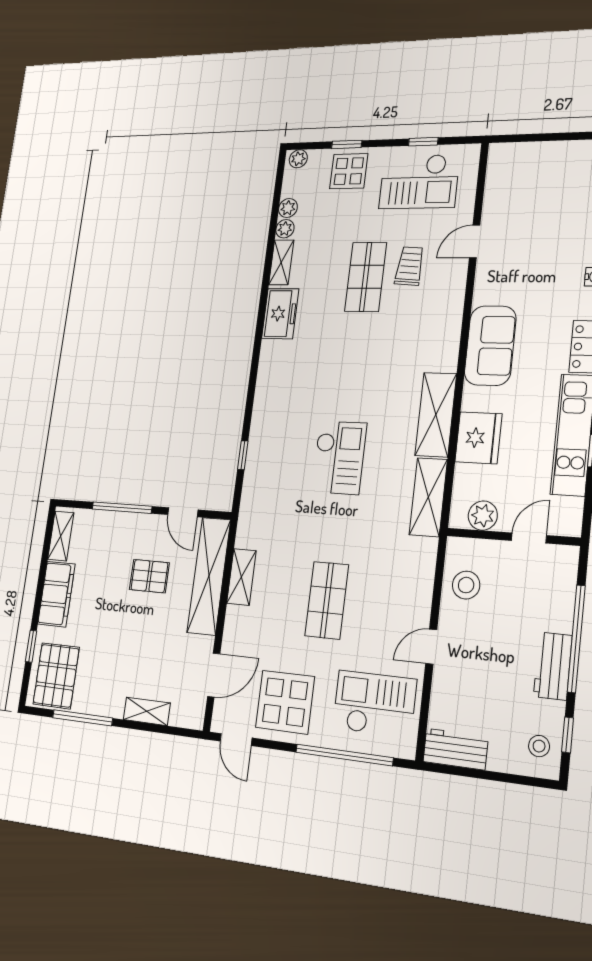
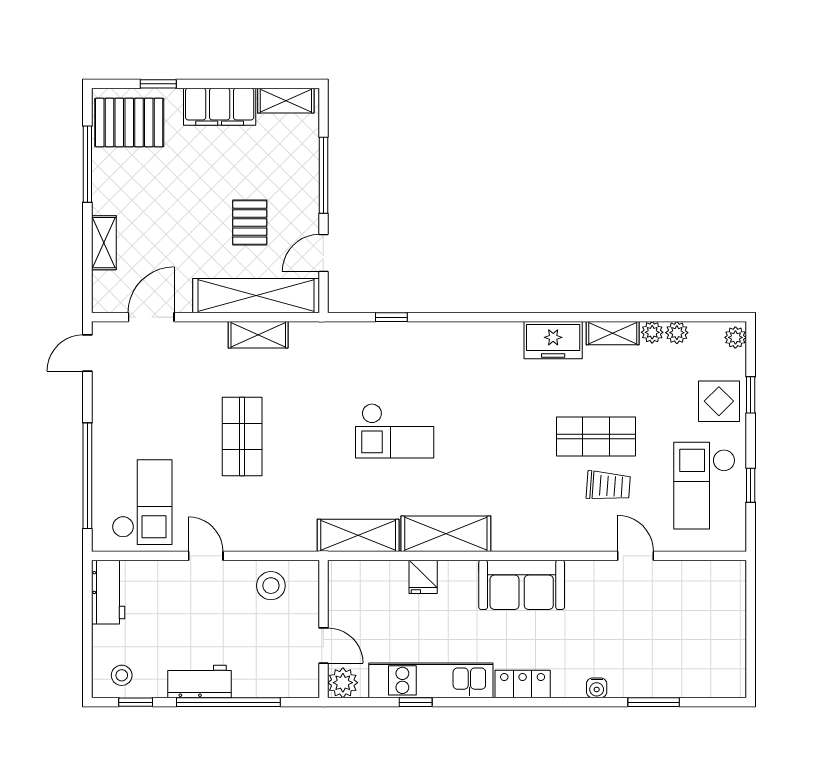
fridge: (478, 438) -> (423, 577), width x0.53, depth x0.75
plant: (483, 516) -> (343, 683), moved
shop shelf: (327, 600) -> (242, 436), turned 90
door: (214, 675) -> (151, 317), swing flipped
display table: (285, 702) -> (132, 403), removed

